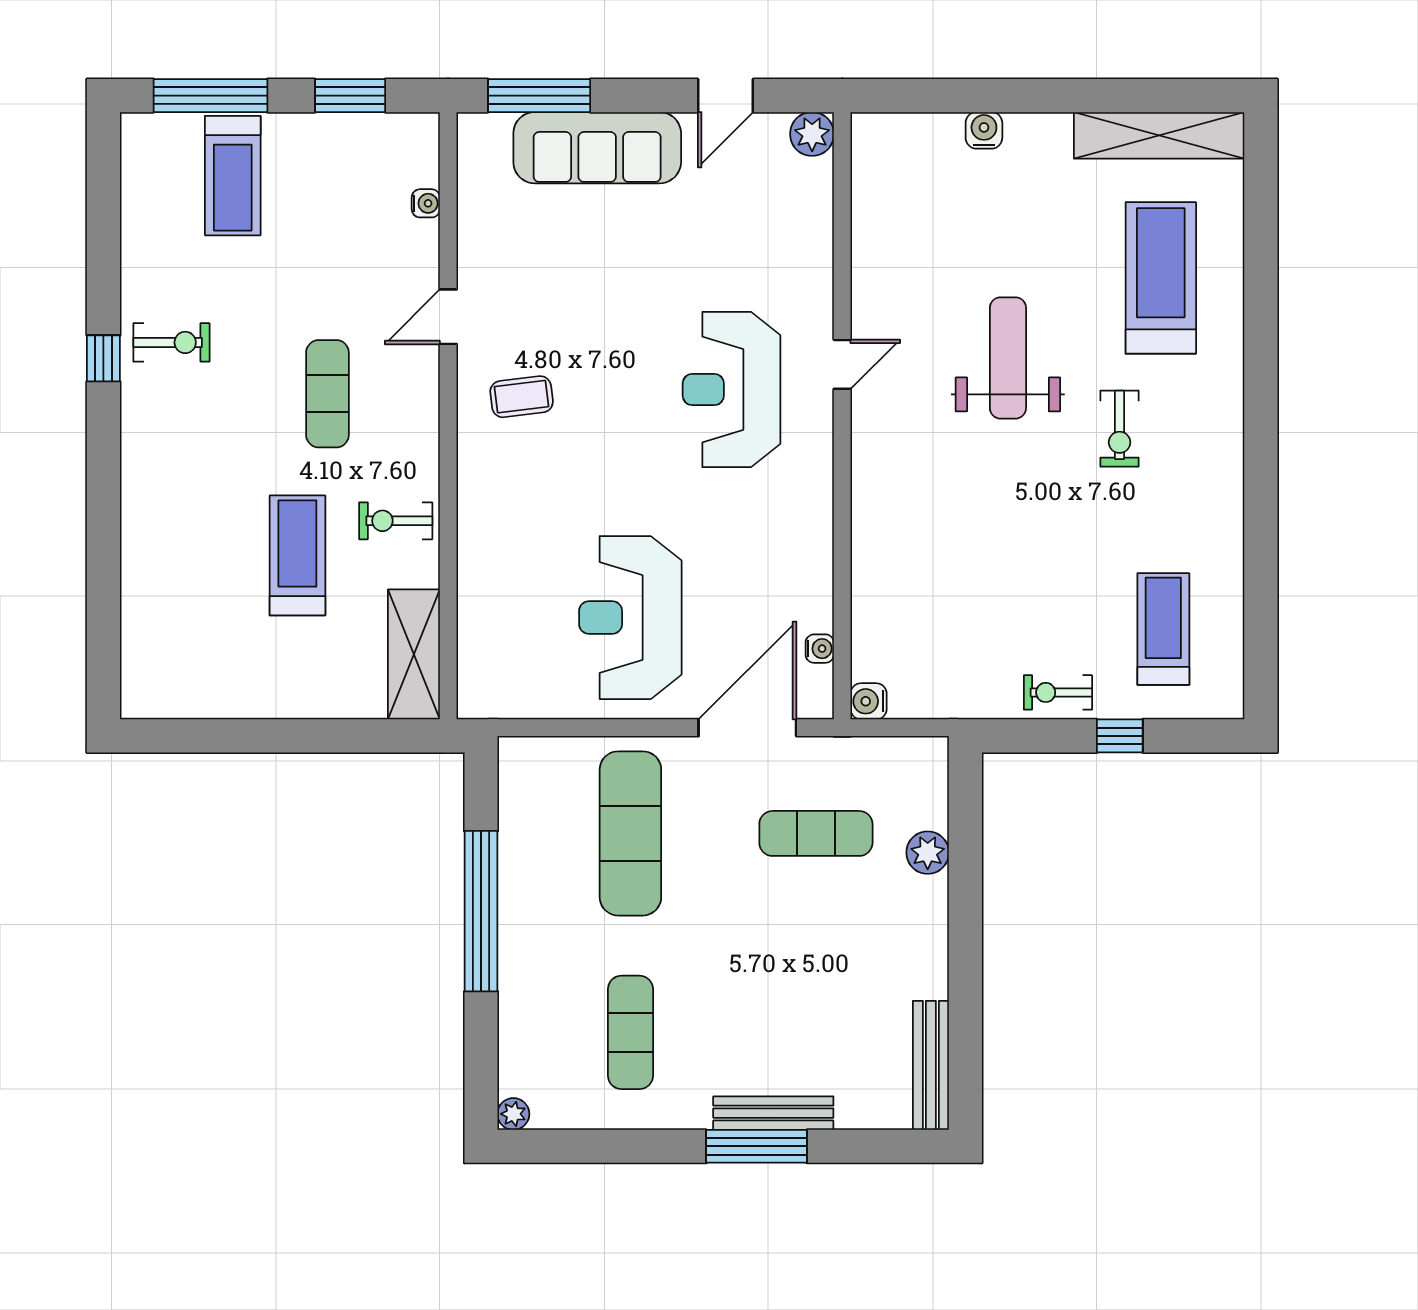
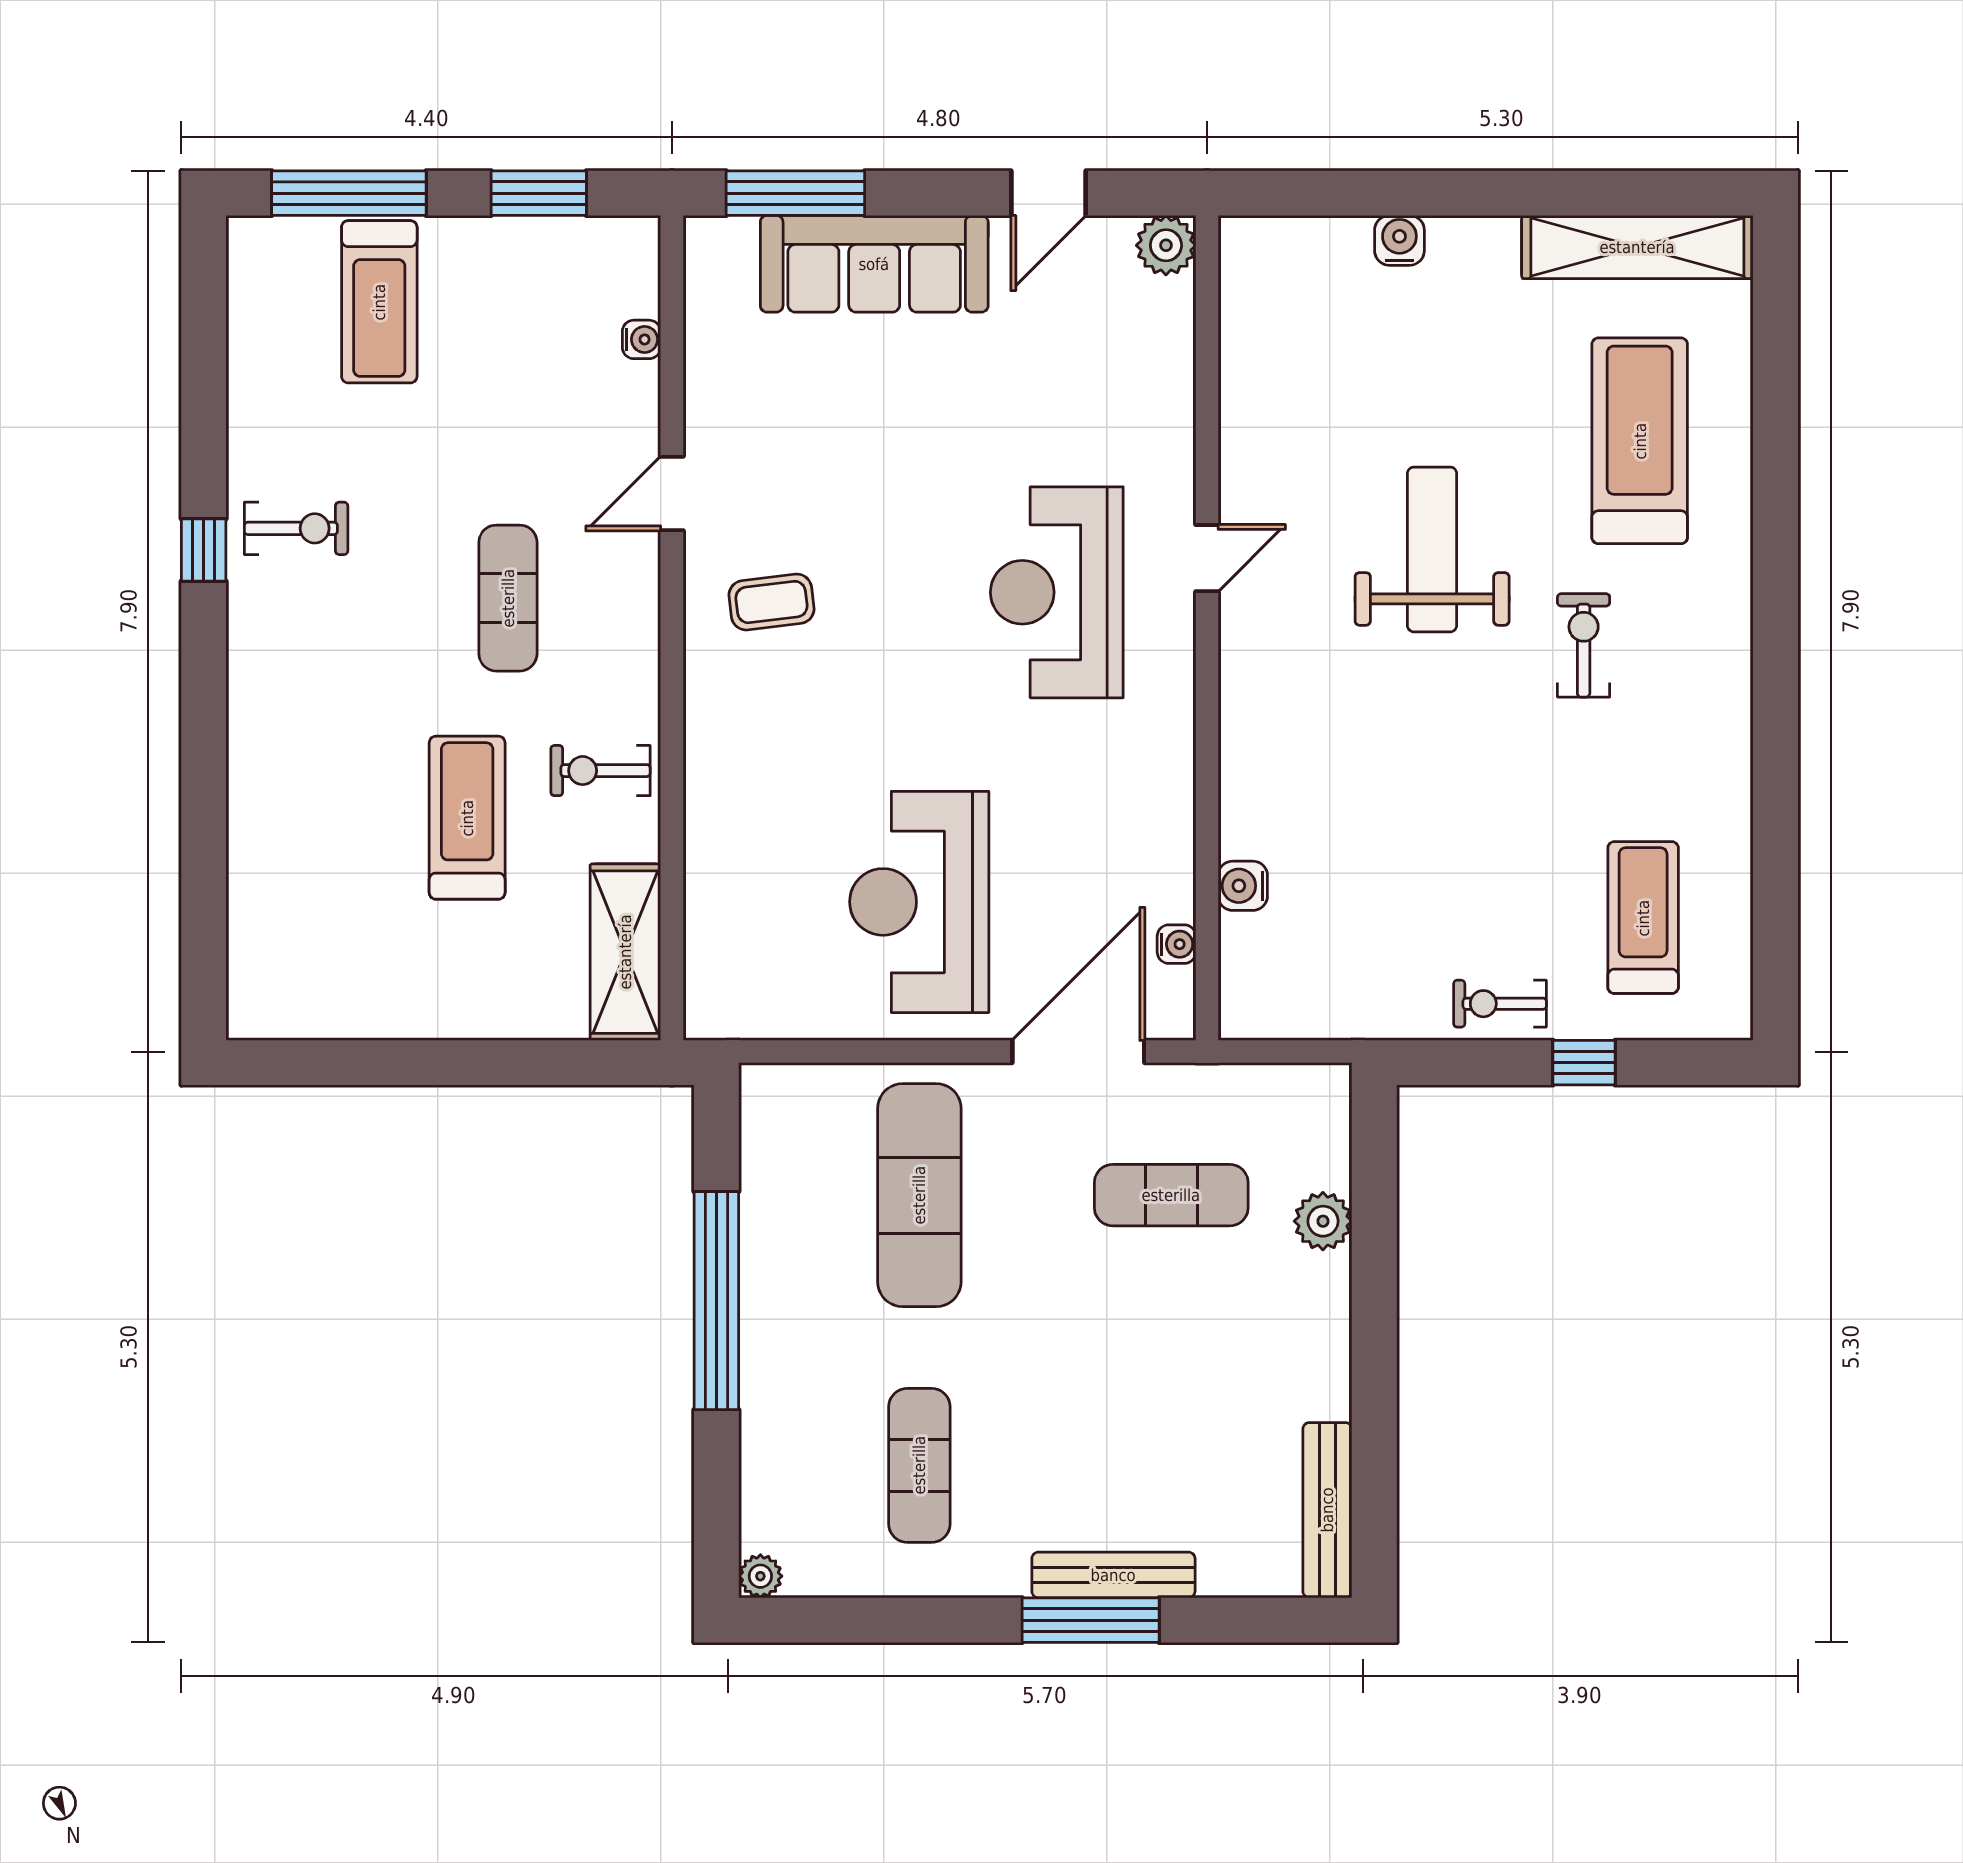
exercise bike: (1120, 429) -> (1584, 645), turned 180
water cooler: (869, 701) -> (1243, 886), moved

